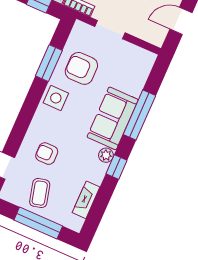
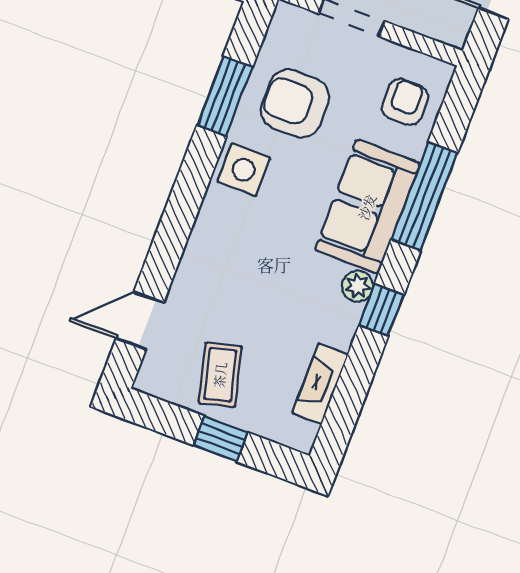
armchair: (47, 154) -> (405, 102), moved, turned 90
window: (38, 223) -> (221, 439), width x0.46

